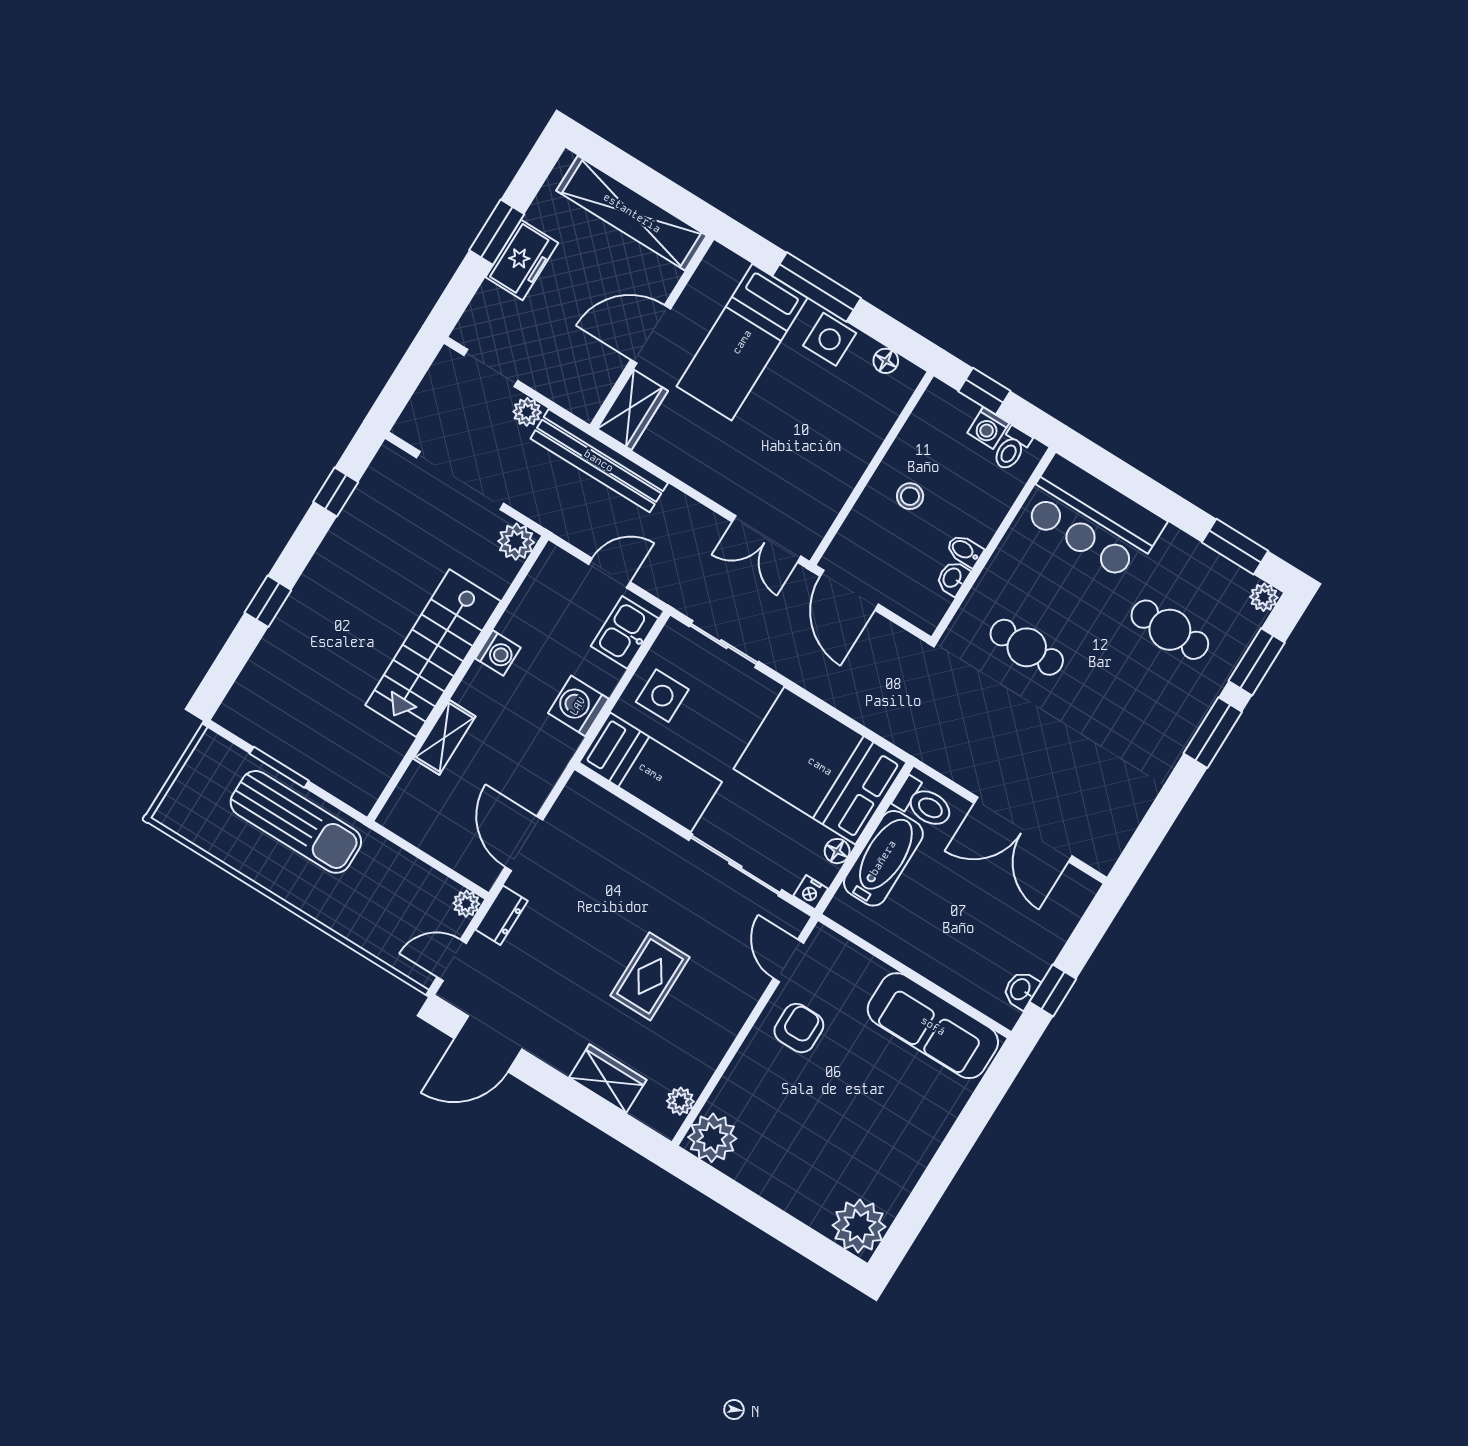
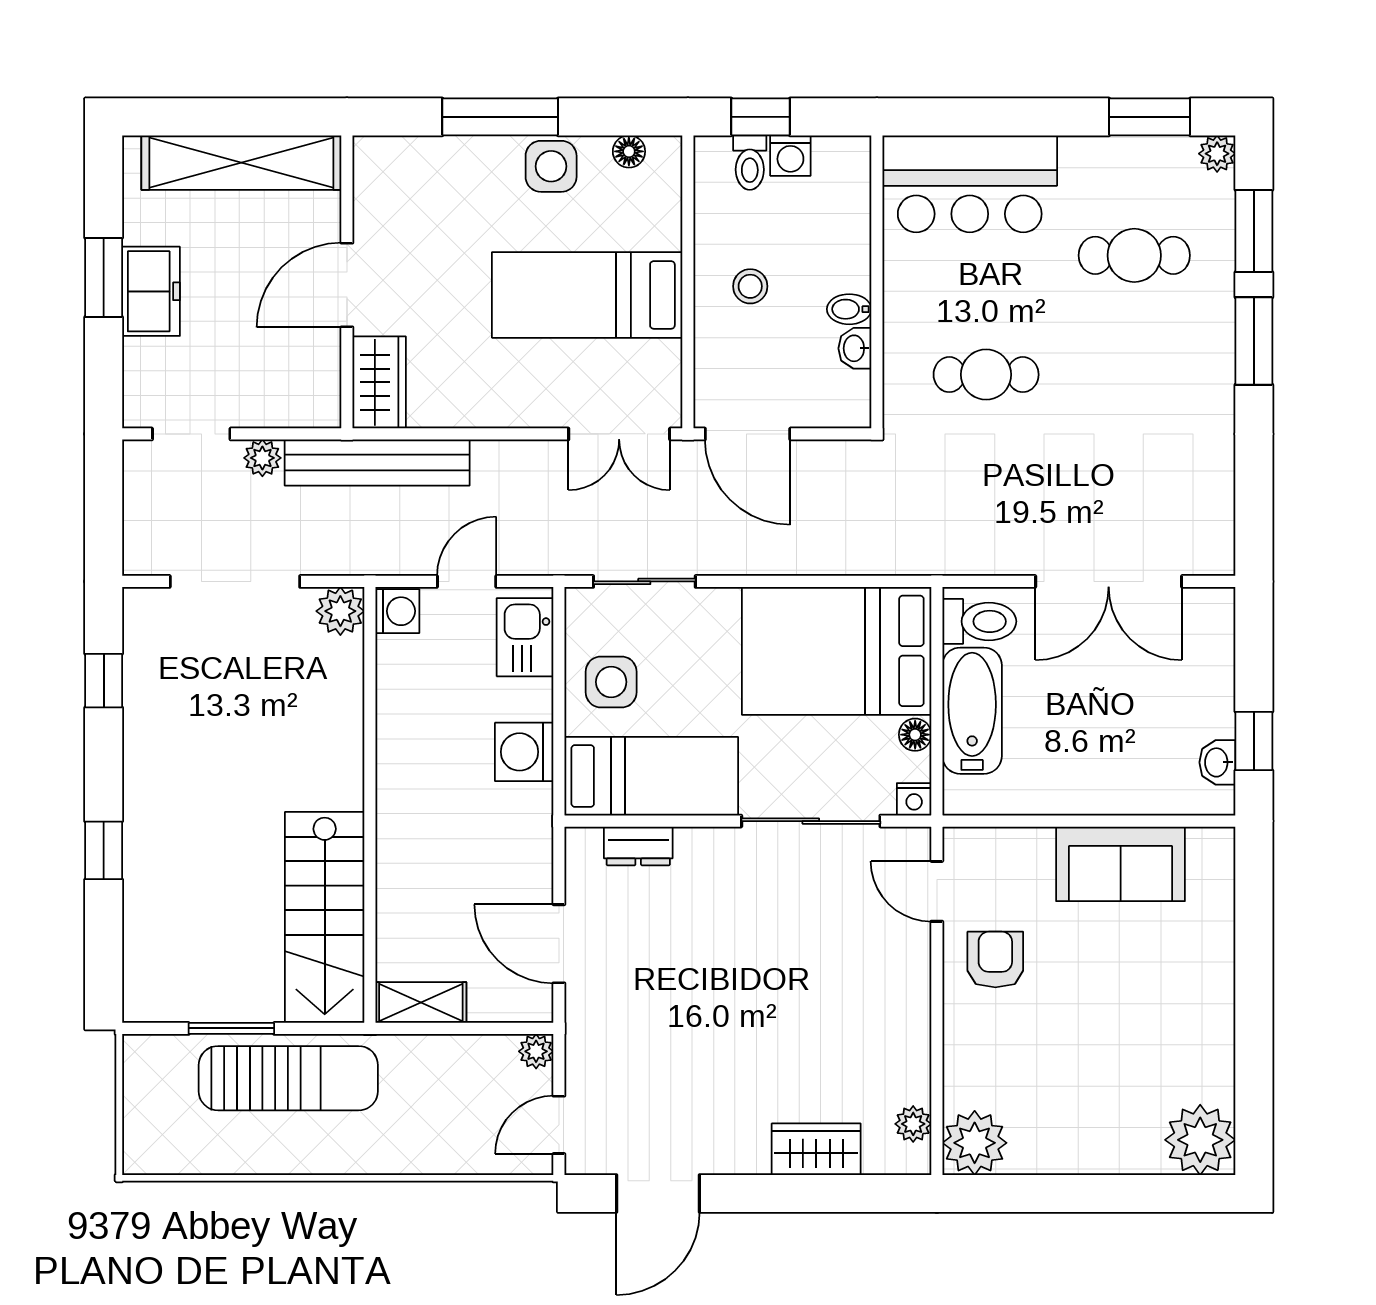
bed: (742, 342) -> (587, 295), moved, turned 90
toilet: (1012, 449) -> (750, 163), moved
stairs: (433, 653) -> (325, 917), moved
washing machine: (498, 653) -> (397, 611), moved
shelving: (444, 737) -> (421, 1003), moved, turned 90
dresser: (502, 915) -> (638, 846), moved, turned 90
rug: (650, 976) -> (792, 1005), removed
sofa: (933, 1026) -> (1121, 864), width x0.73

